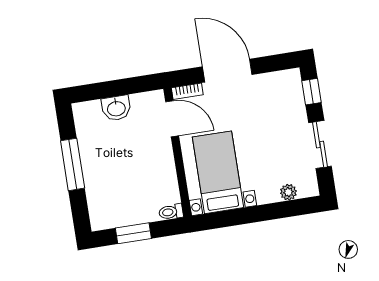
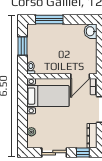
dresser: (278, 80) -> (92, 136), added
washbasin: (116, 108) -> (91, 31), moved
window: (73, 164) -> (49, 19), moved

